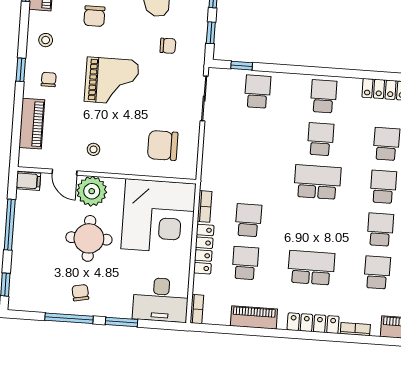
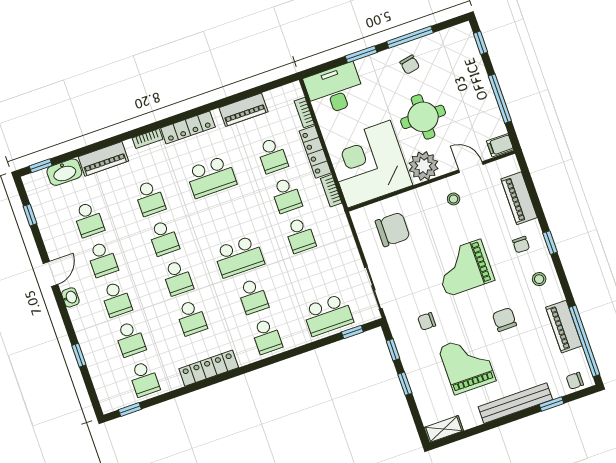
school desk: (258, 92) -> (328, 315), width x1.85
school desk: (251, 177) -> (300, 235), added
plant: (92, 191) -> (424, 166), moved
bookcase: (197, 309) -> (304, 112), moved

